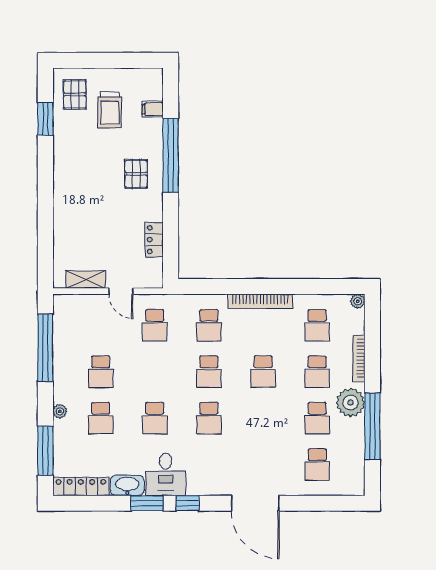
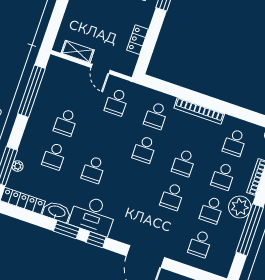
plant: (60, 411) -> (18, 166), moved
school desk: (209, 418) -> (172, 197), moved
desk: (166, 474) -> (93, 215), width x1.37

